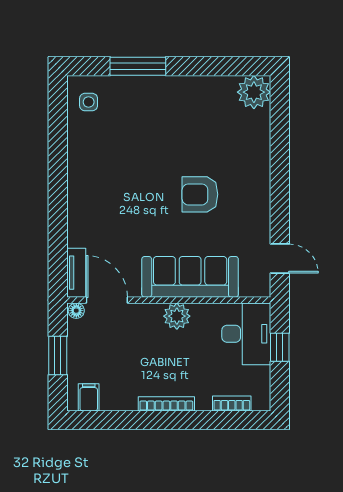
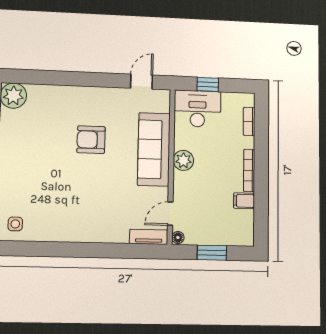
armchair: (200, 194) -> (91, 140), turned 90
door: (107, 300) -> (170, 214), width x0.73
filing cabinet: (89, 397) -> (244, 201), moved

